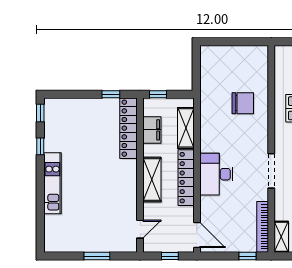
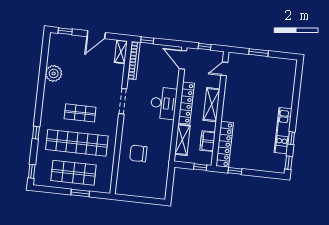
kitchen unit: (52, 183) -> (283, 131), moved

